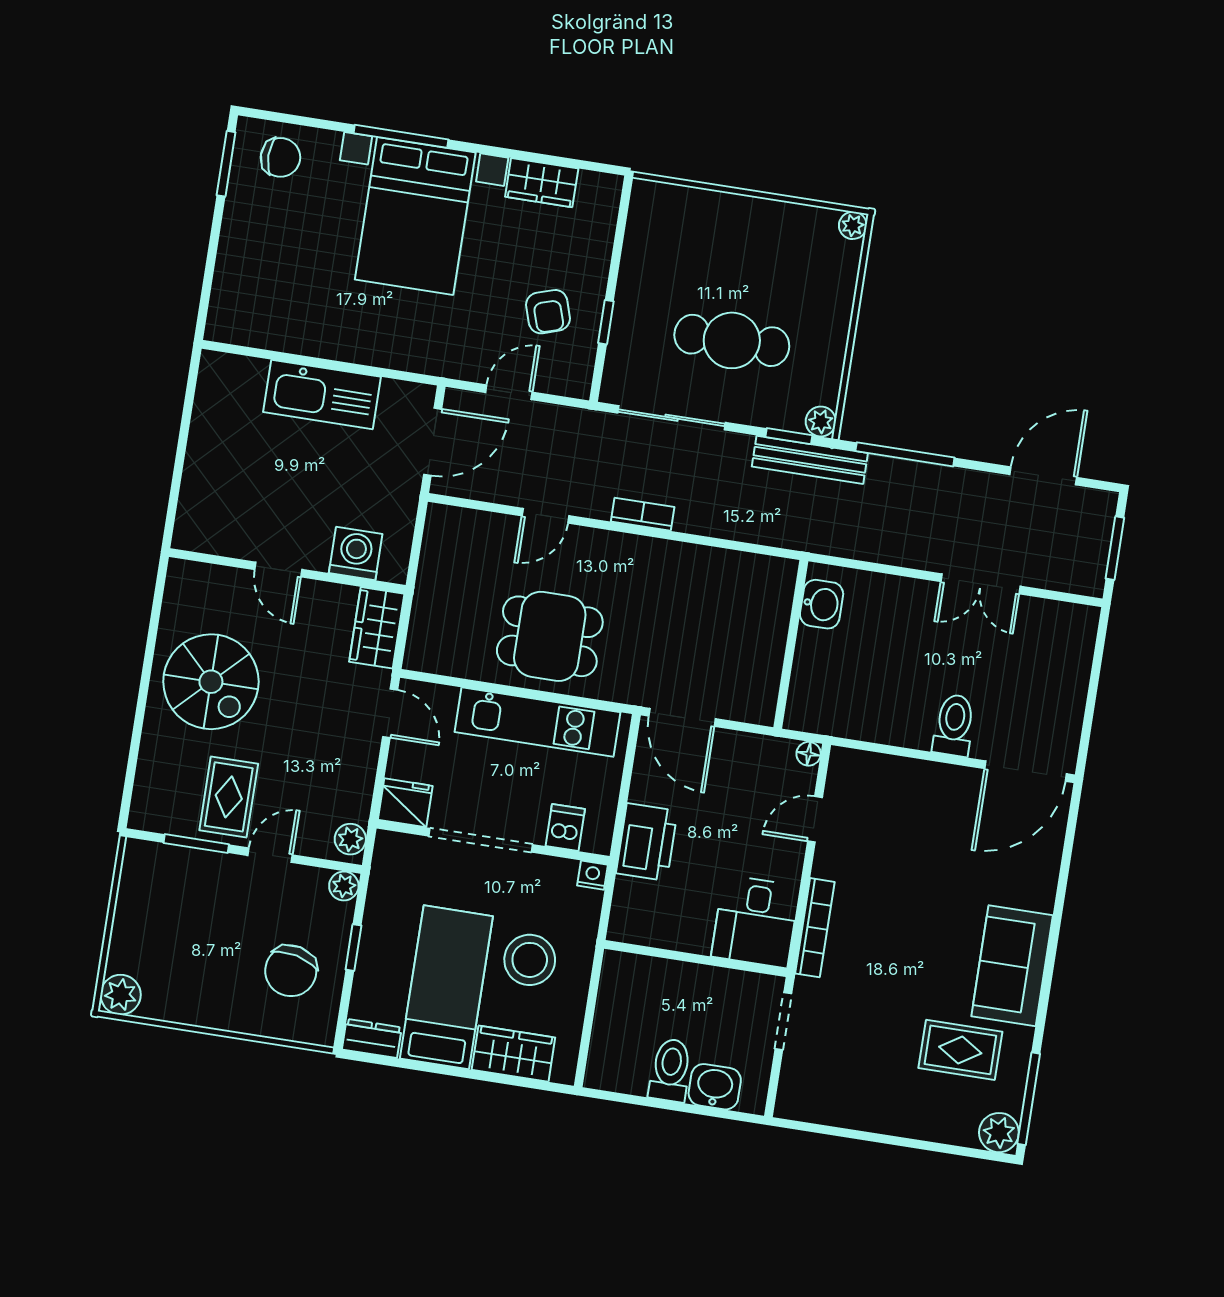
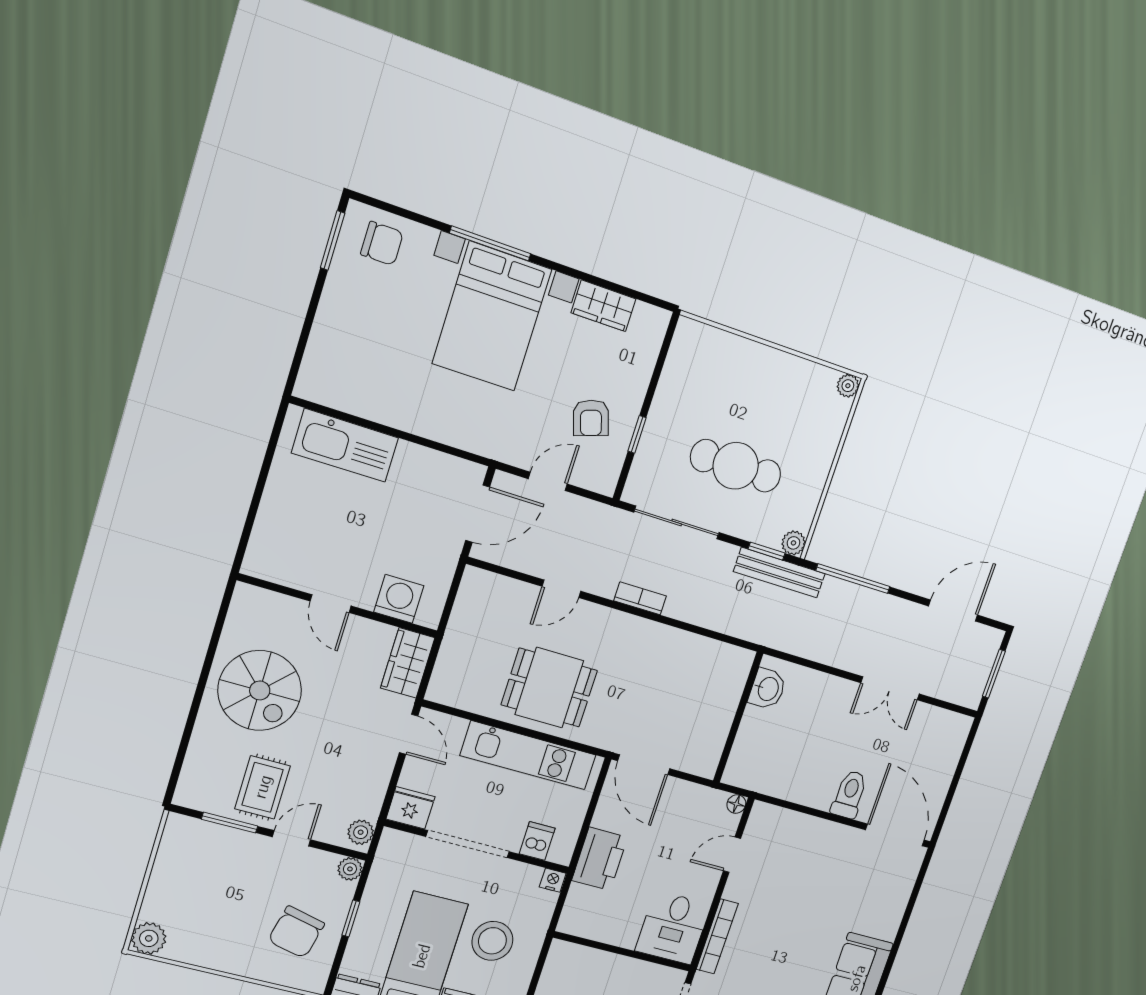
kitchen sink: (322, 394) -> (345, 445), moved
door: (1025, 771) -> (895, 835), swing flipped

